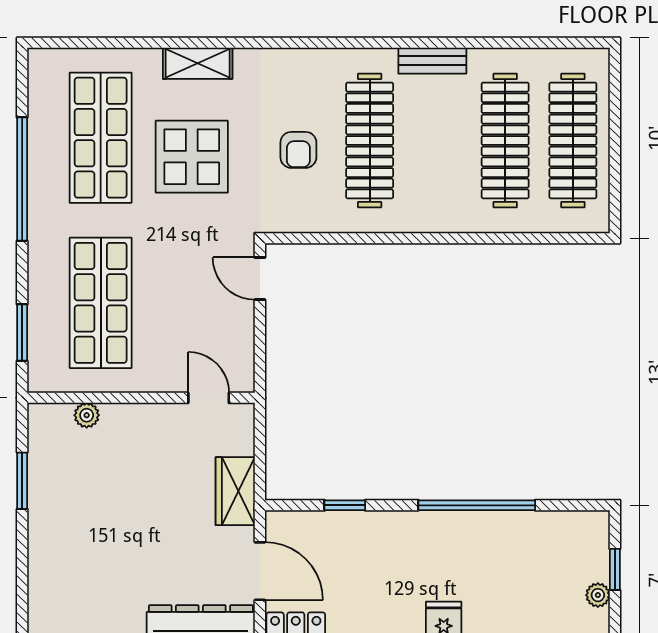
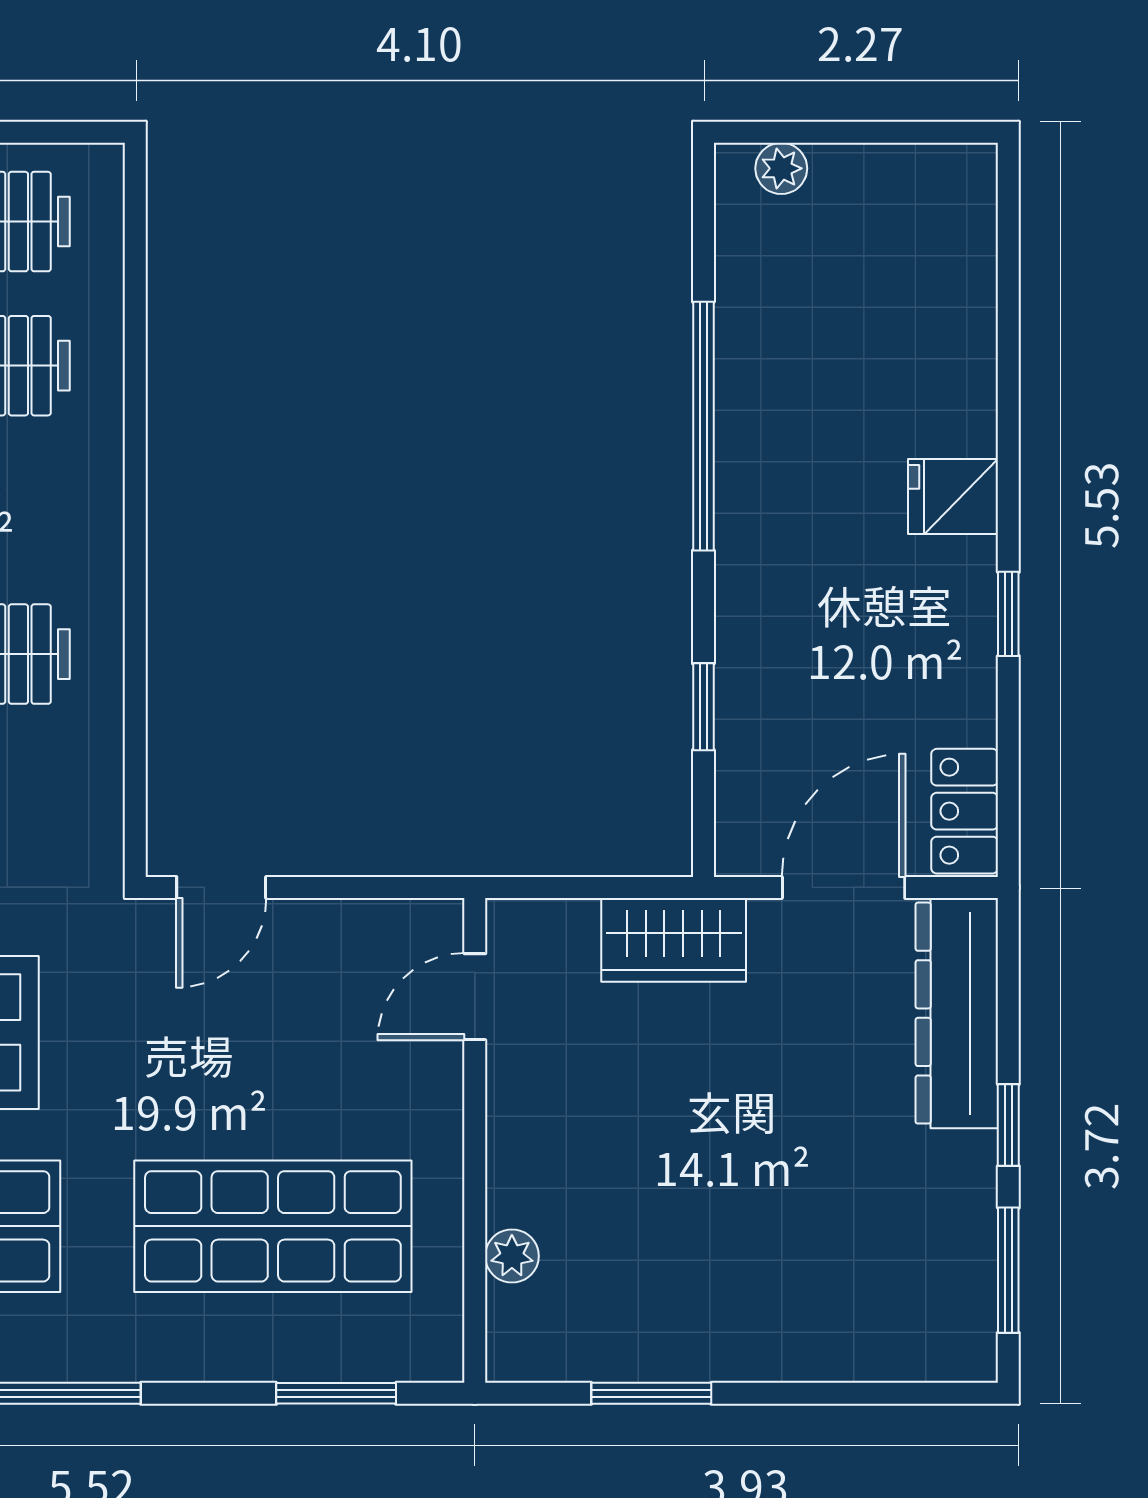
window: (615, 569) -> (840, 132), removed
plant: (598, 595) -> (781, 168), moved

